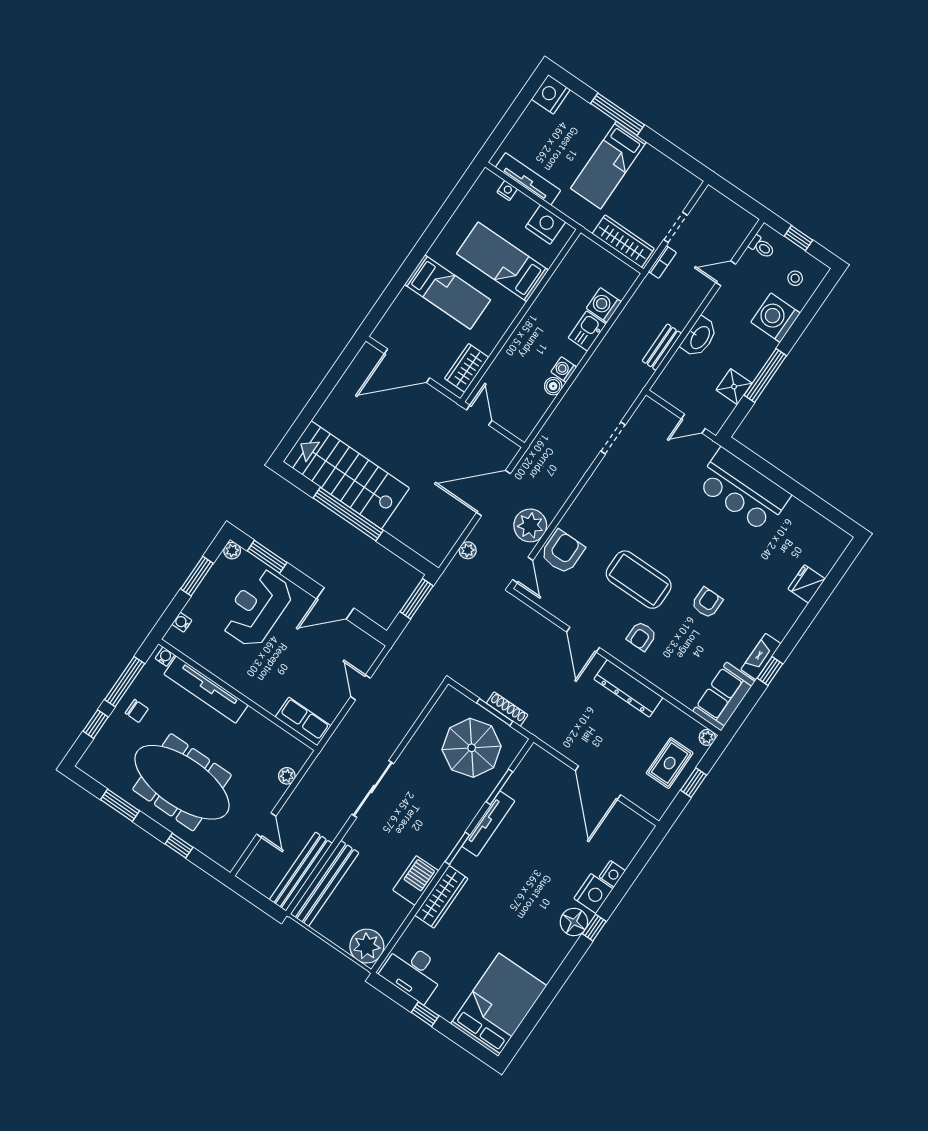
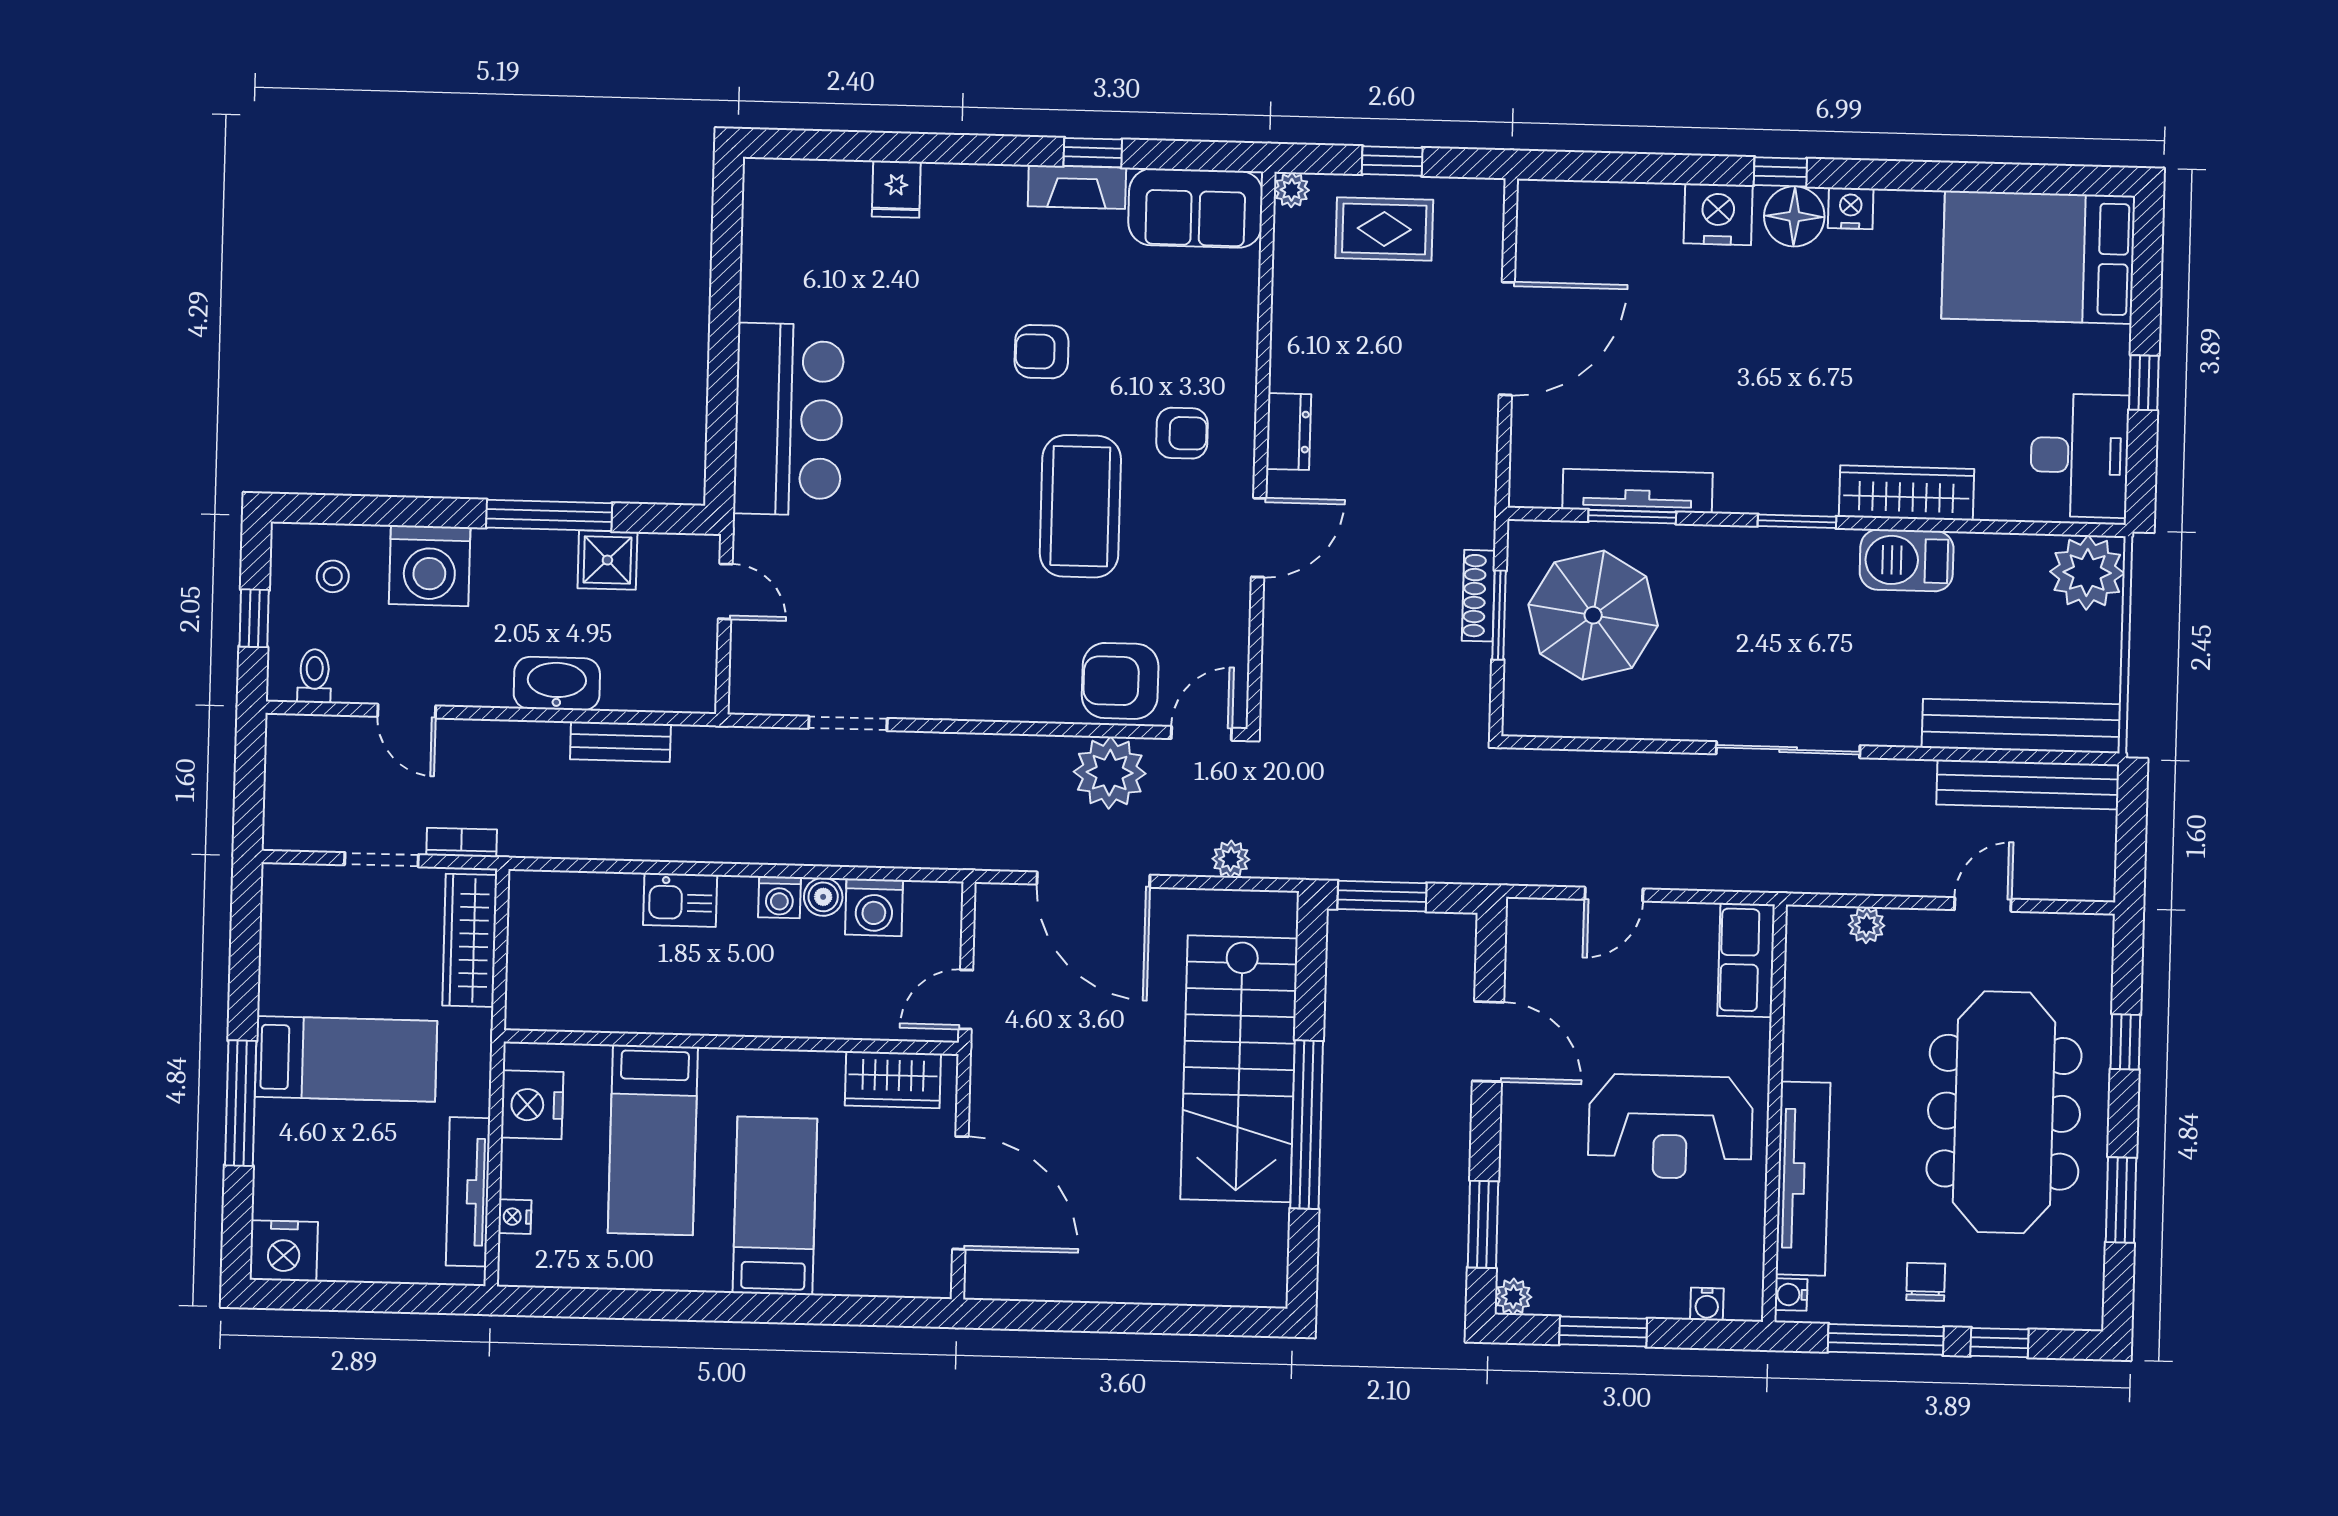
washing machine: (604, 305) -> (874, 907), moved
stairs: (346, 475) -> (1239, 1069), moved
fridge: (807, 584) -> (896, 189), width x0.72
reception desk: (257, 608) -> (1670, 1127), moved
dresser: (628, 688) -> (1289, 432), width x0.51, depth x0.80
tv unit: (488, 824) -> (1637, 491), moved
nightstand: (612, 874) -> (1851, 208), moved

